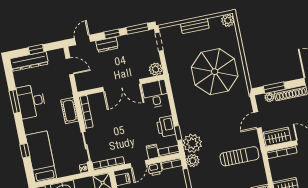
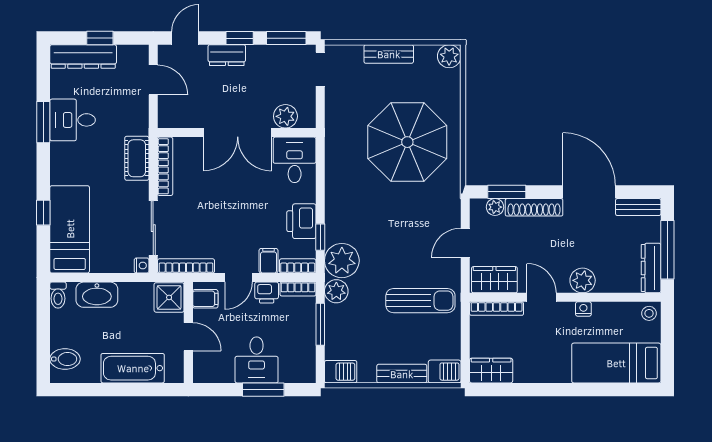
plant: (156, 69) -> (285, 116), moved
desk: (31, 101) -> (73, 120), width x0.73

